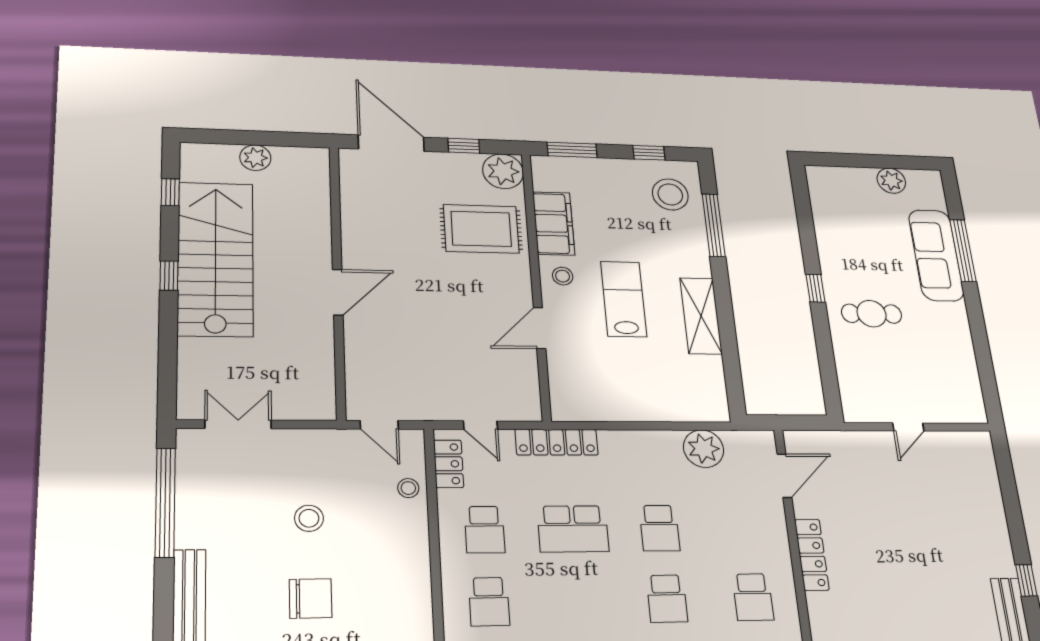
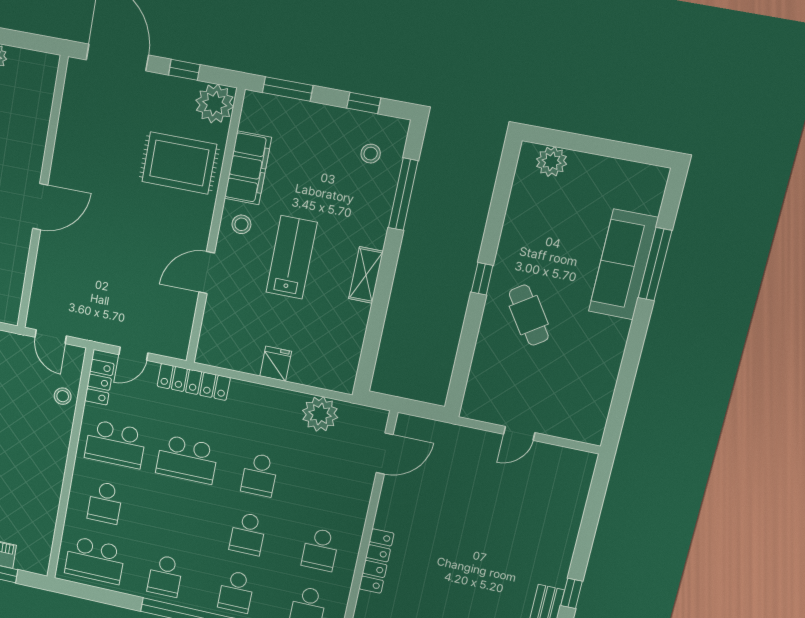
plant: (891, 181) -> (552, 162), moved
stool: (670, 194) -> (371, 154), width x0.53, depth x0.53
cafe table: (872, 314) -> (529, 315), turned 56
shelving: (701, 316) -> (366, 275), width x0.67, depth x0.75
fridge: (640, 406) -> (276, 364), added
door: (480, 425) -> (133, 354), hinge flipped
school desk: (485, 530) -> (115, 444), width x1.85
locker: (812, 555) -> (376, 561), moved

